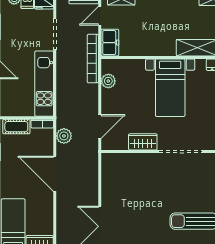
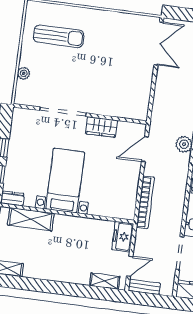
bookcase: (93, 59) -> (145, 202), moved
plant: (108, 81) -> (130, 196), removed

